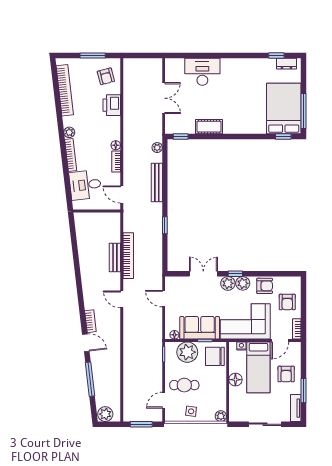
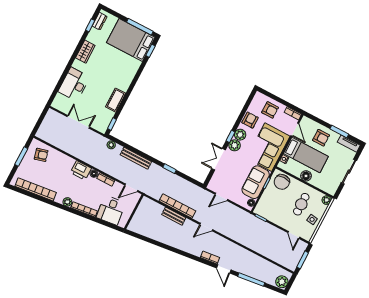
wardrobe: (245, 65) -> (85, 52), added
printer: (112, 105) -> (81, 170), moved
door: (86, 343) -> (224, 269), swing flipped
plant: (187, 352) -> (268, 200), removed
cafe table: (184, 385) -> (301, 204), moved

